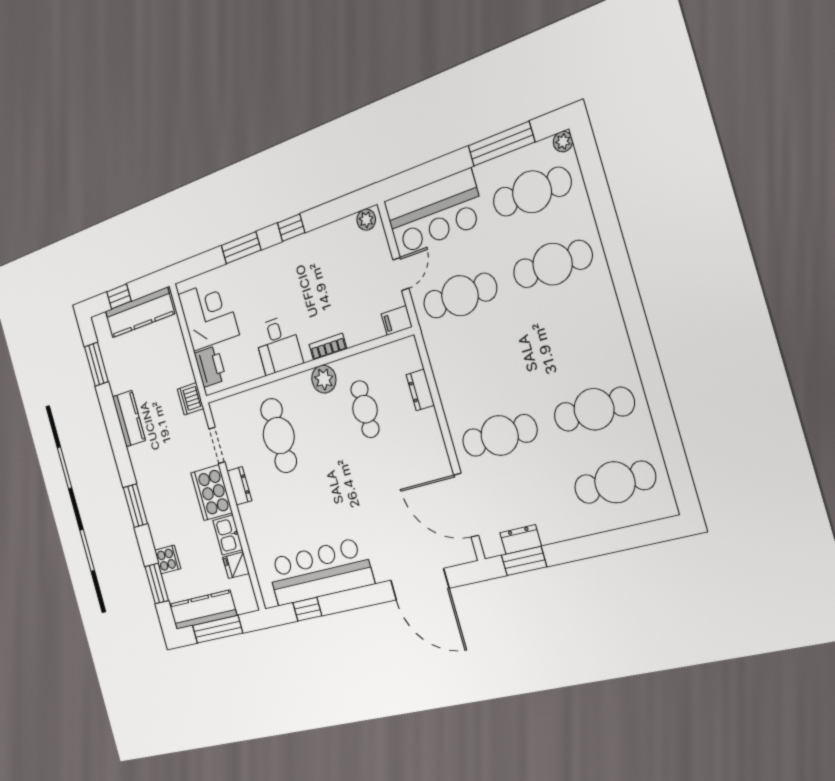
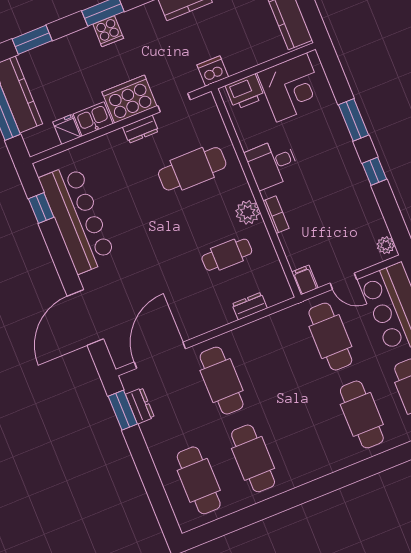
cooker: (168, 559) -> (108, 31), moved

